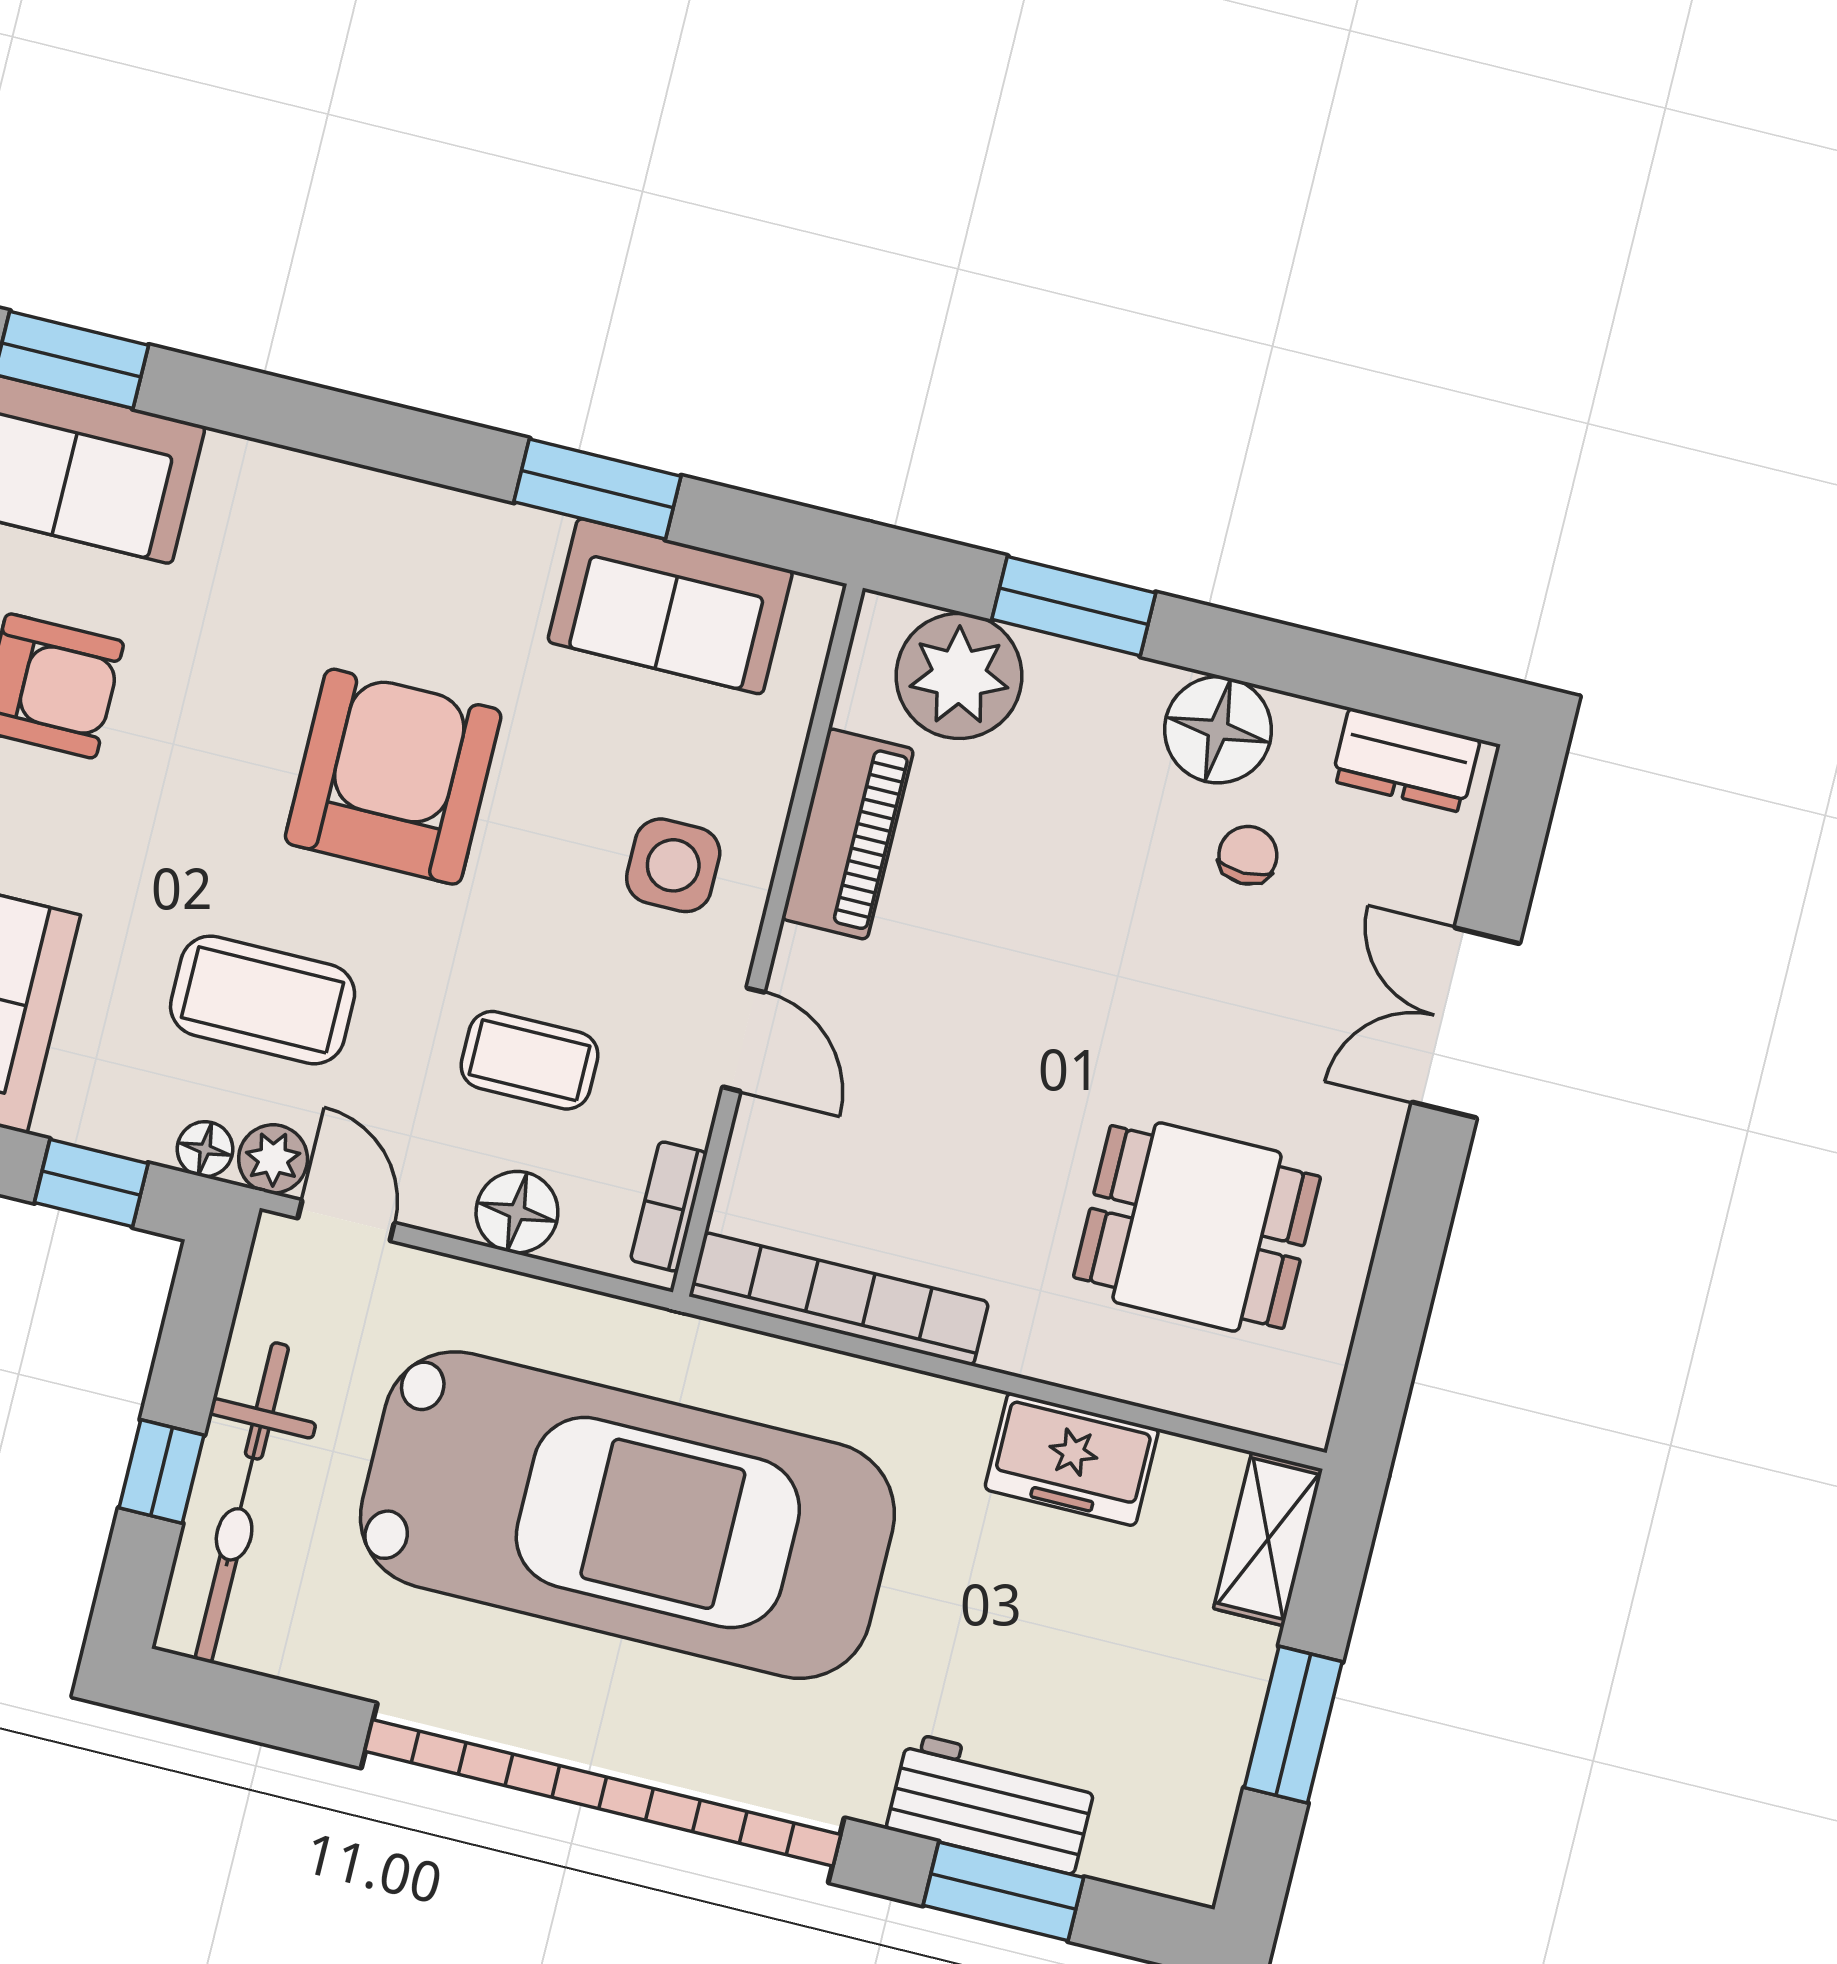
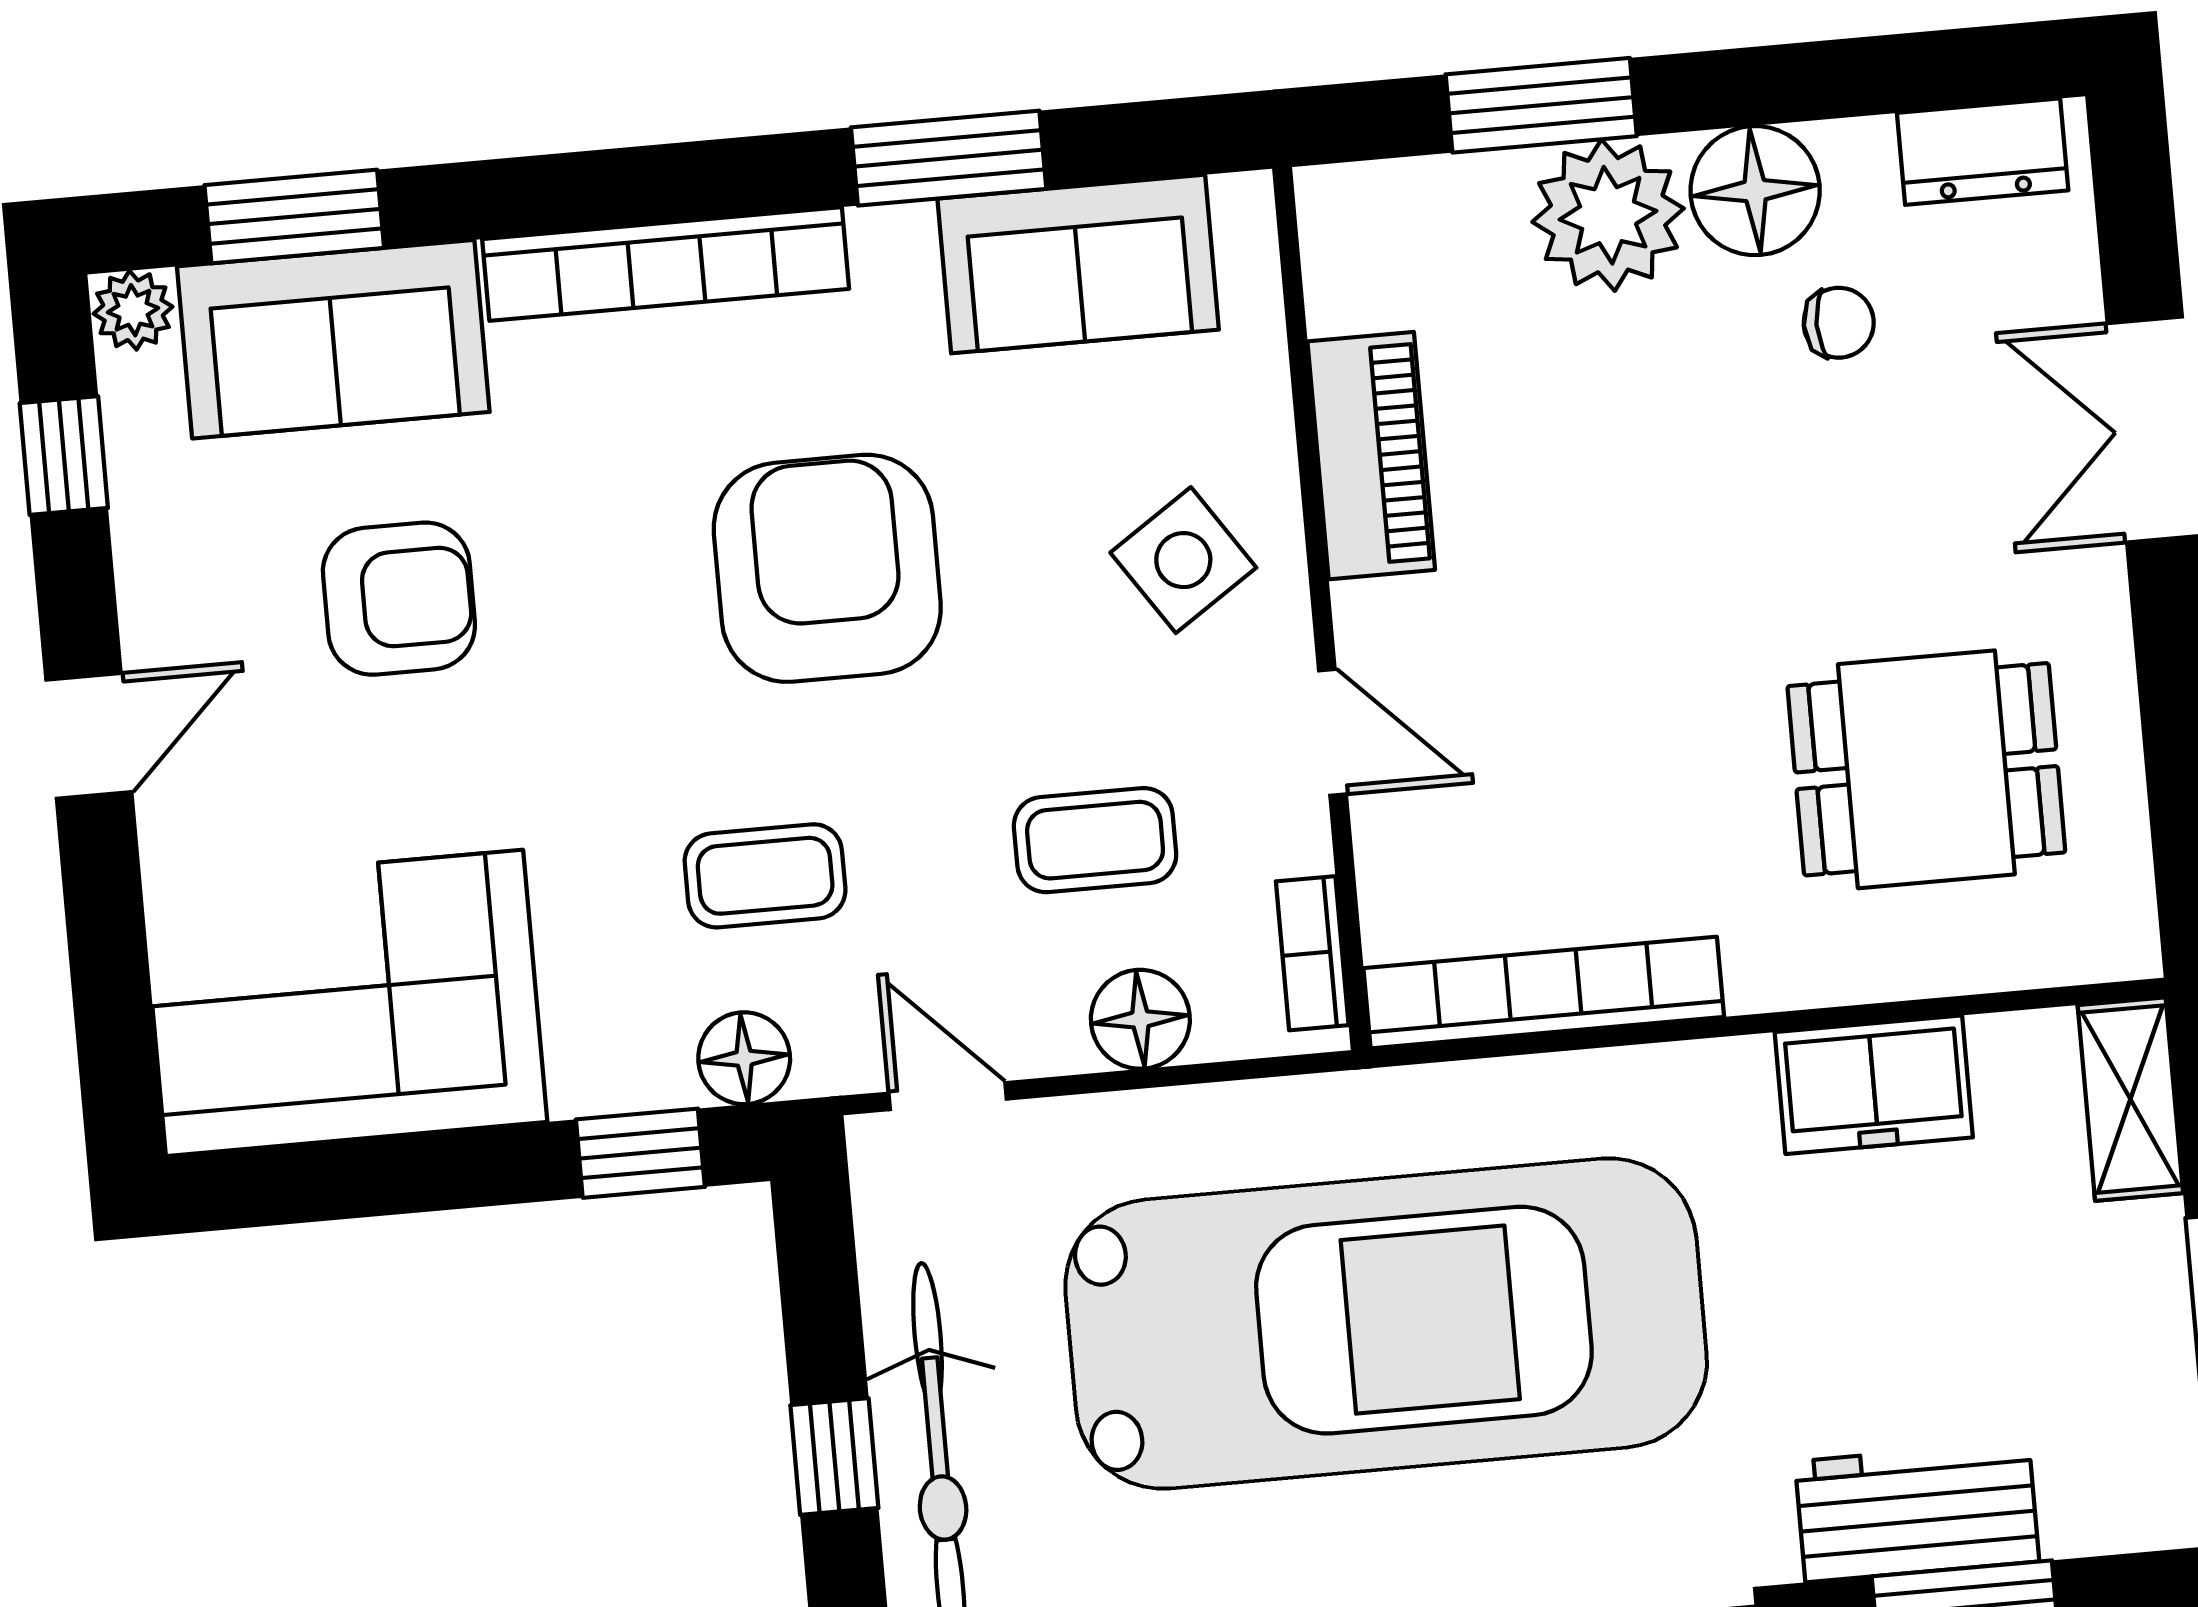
bookcase: (348, 496) -> (666, 264), added
plant: (959, 676) -> (1608, 215), moved
chair: (1248, 855) -> (1839, 323), turned 90
side table: (673, 865) -> (1183, 560), turned -34
coffee table: (263, 1000) -> (765, 876), width x0.73, depth x0.77
floor lamp: (205, 1149) -> (744, 1058), width x1.37, depth x1.37
plant: (273, 1159) -> (840, 1054), removed

